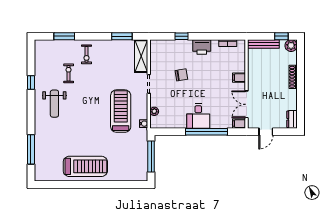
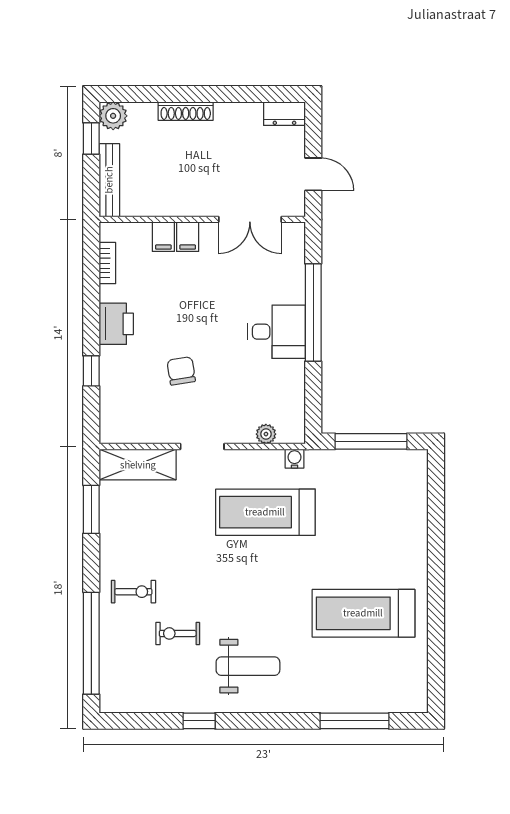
window: (64, 36) -> (91, 643), width x2.11
filing cabinet: (239, 124) -> (163, 237), moved
treadmill: (85, 166) -> (363, 613), moved, turned -90

